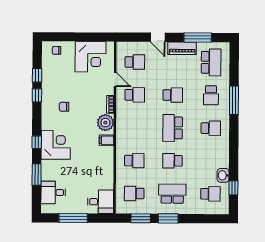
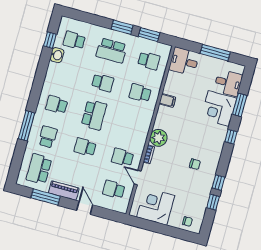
filing cabinet: (106, 140) -> (167, 101), moved
corner desk: (56, 145) -> (219, 108), moved

